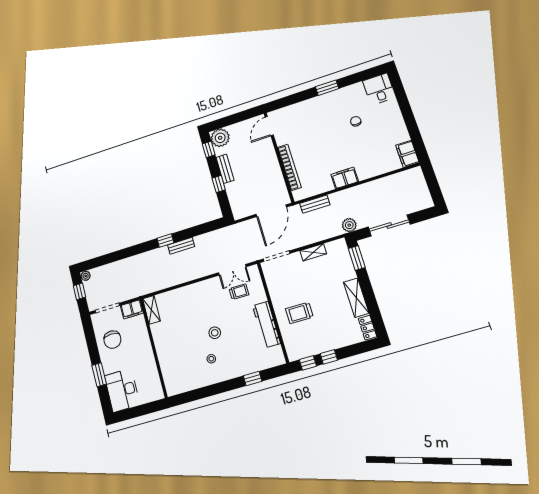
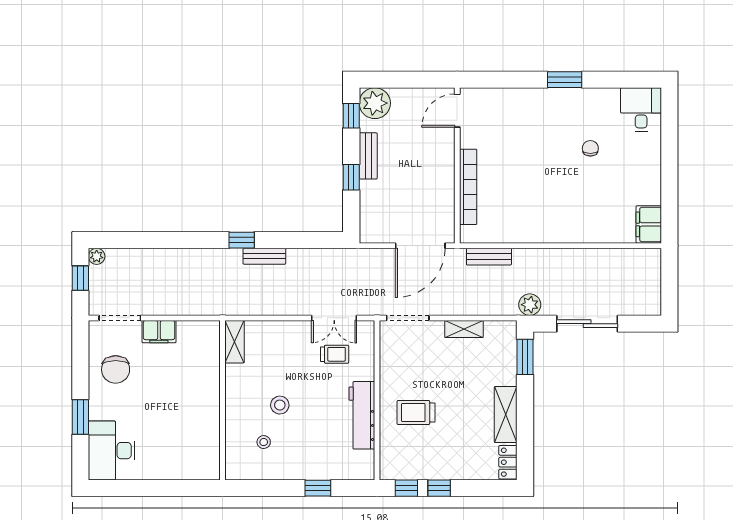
filing cabinet: (345, 178) -> (546, 231), removed
shelving: (151, 310) -> (234, 342), moved
wall: (154, 348) -> (222, 400), moved

